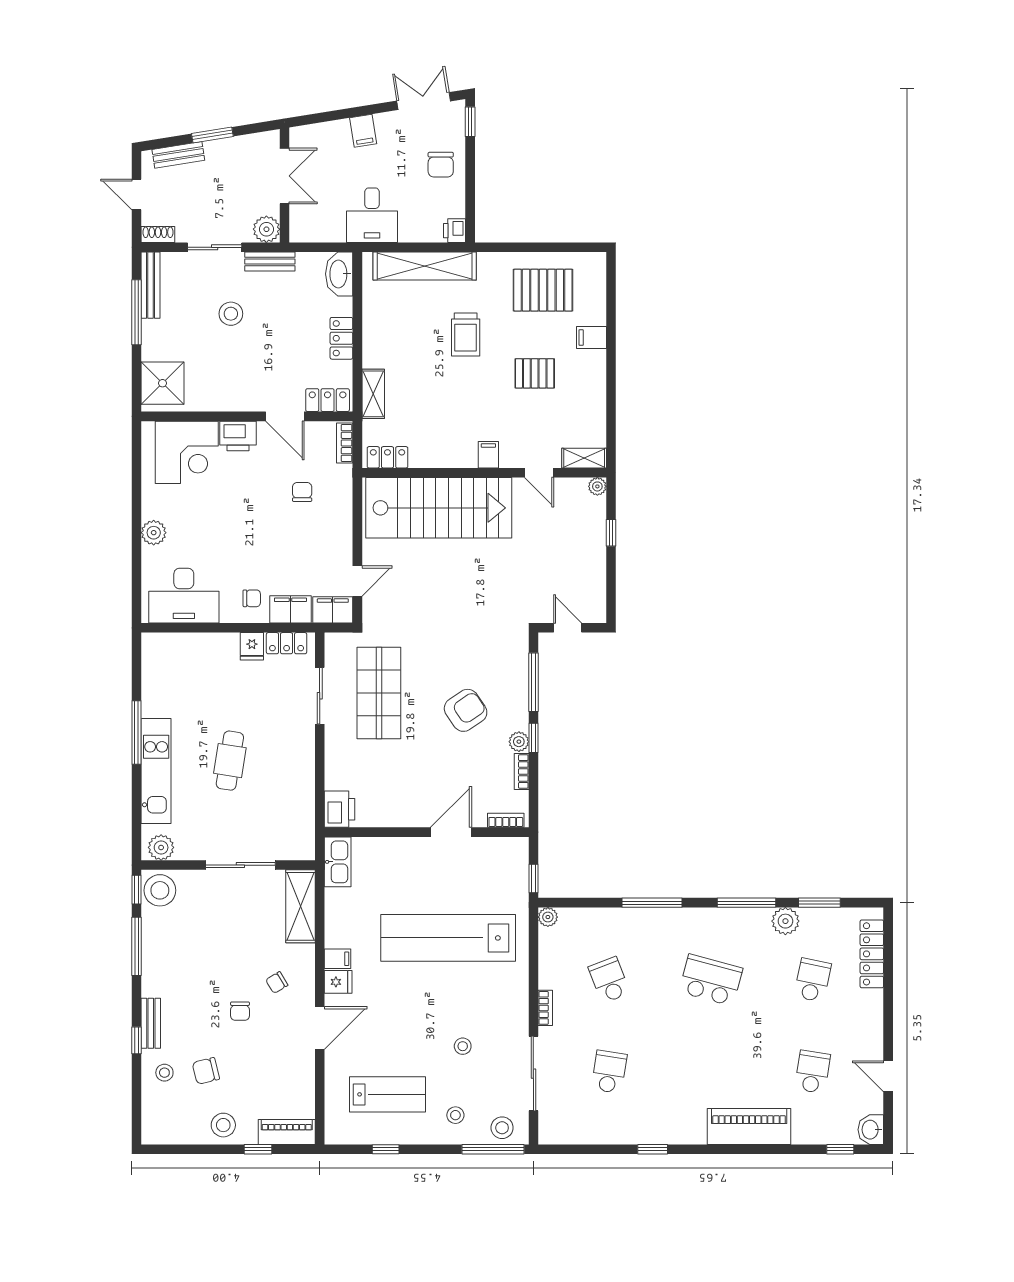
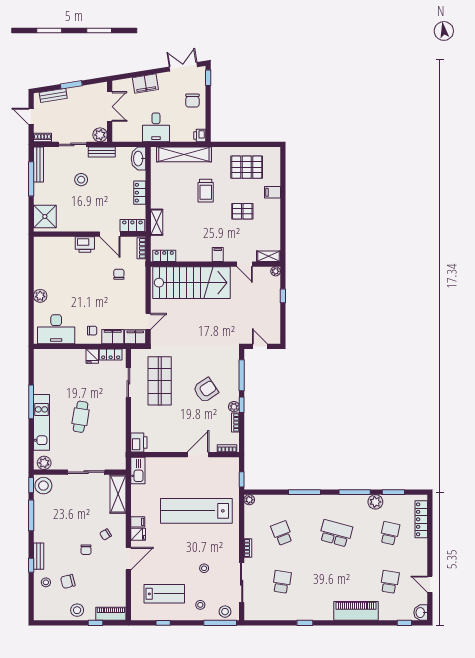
filing cabinet: (363, 131) -> (145, 84), width x2.00
corner desk: (187, 452) -> (58, 253), removed

